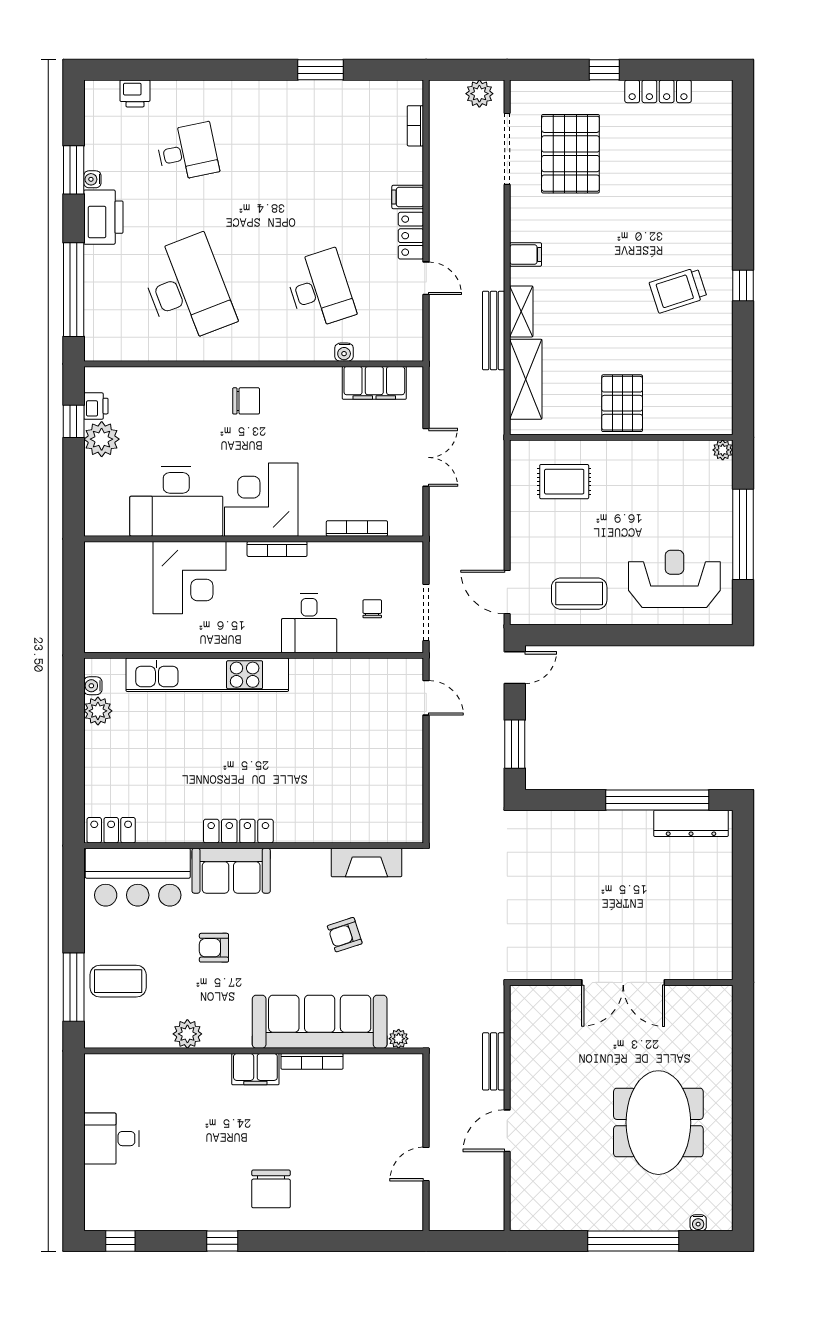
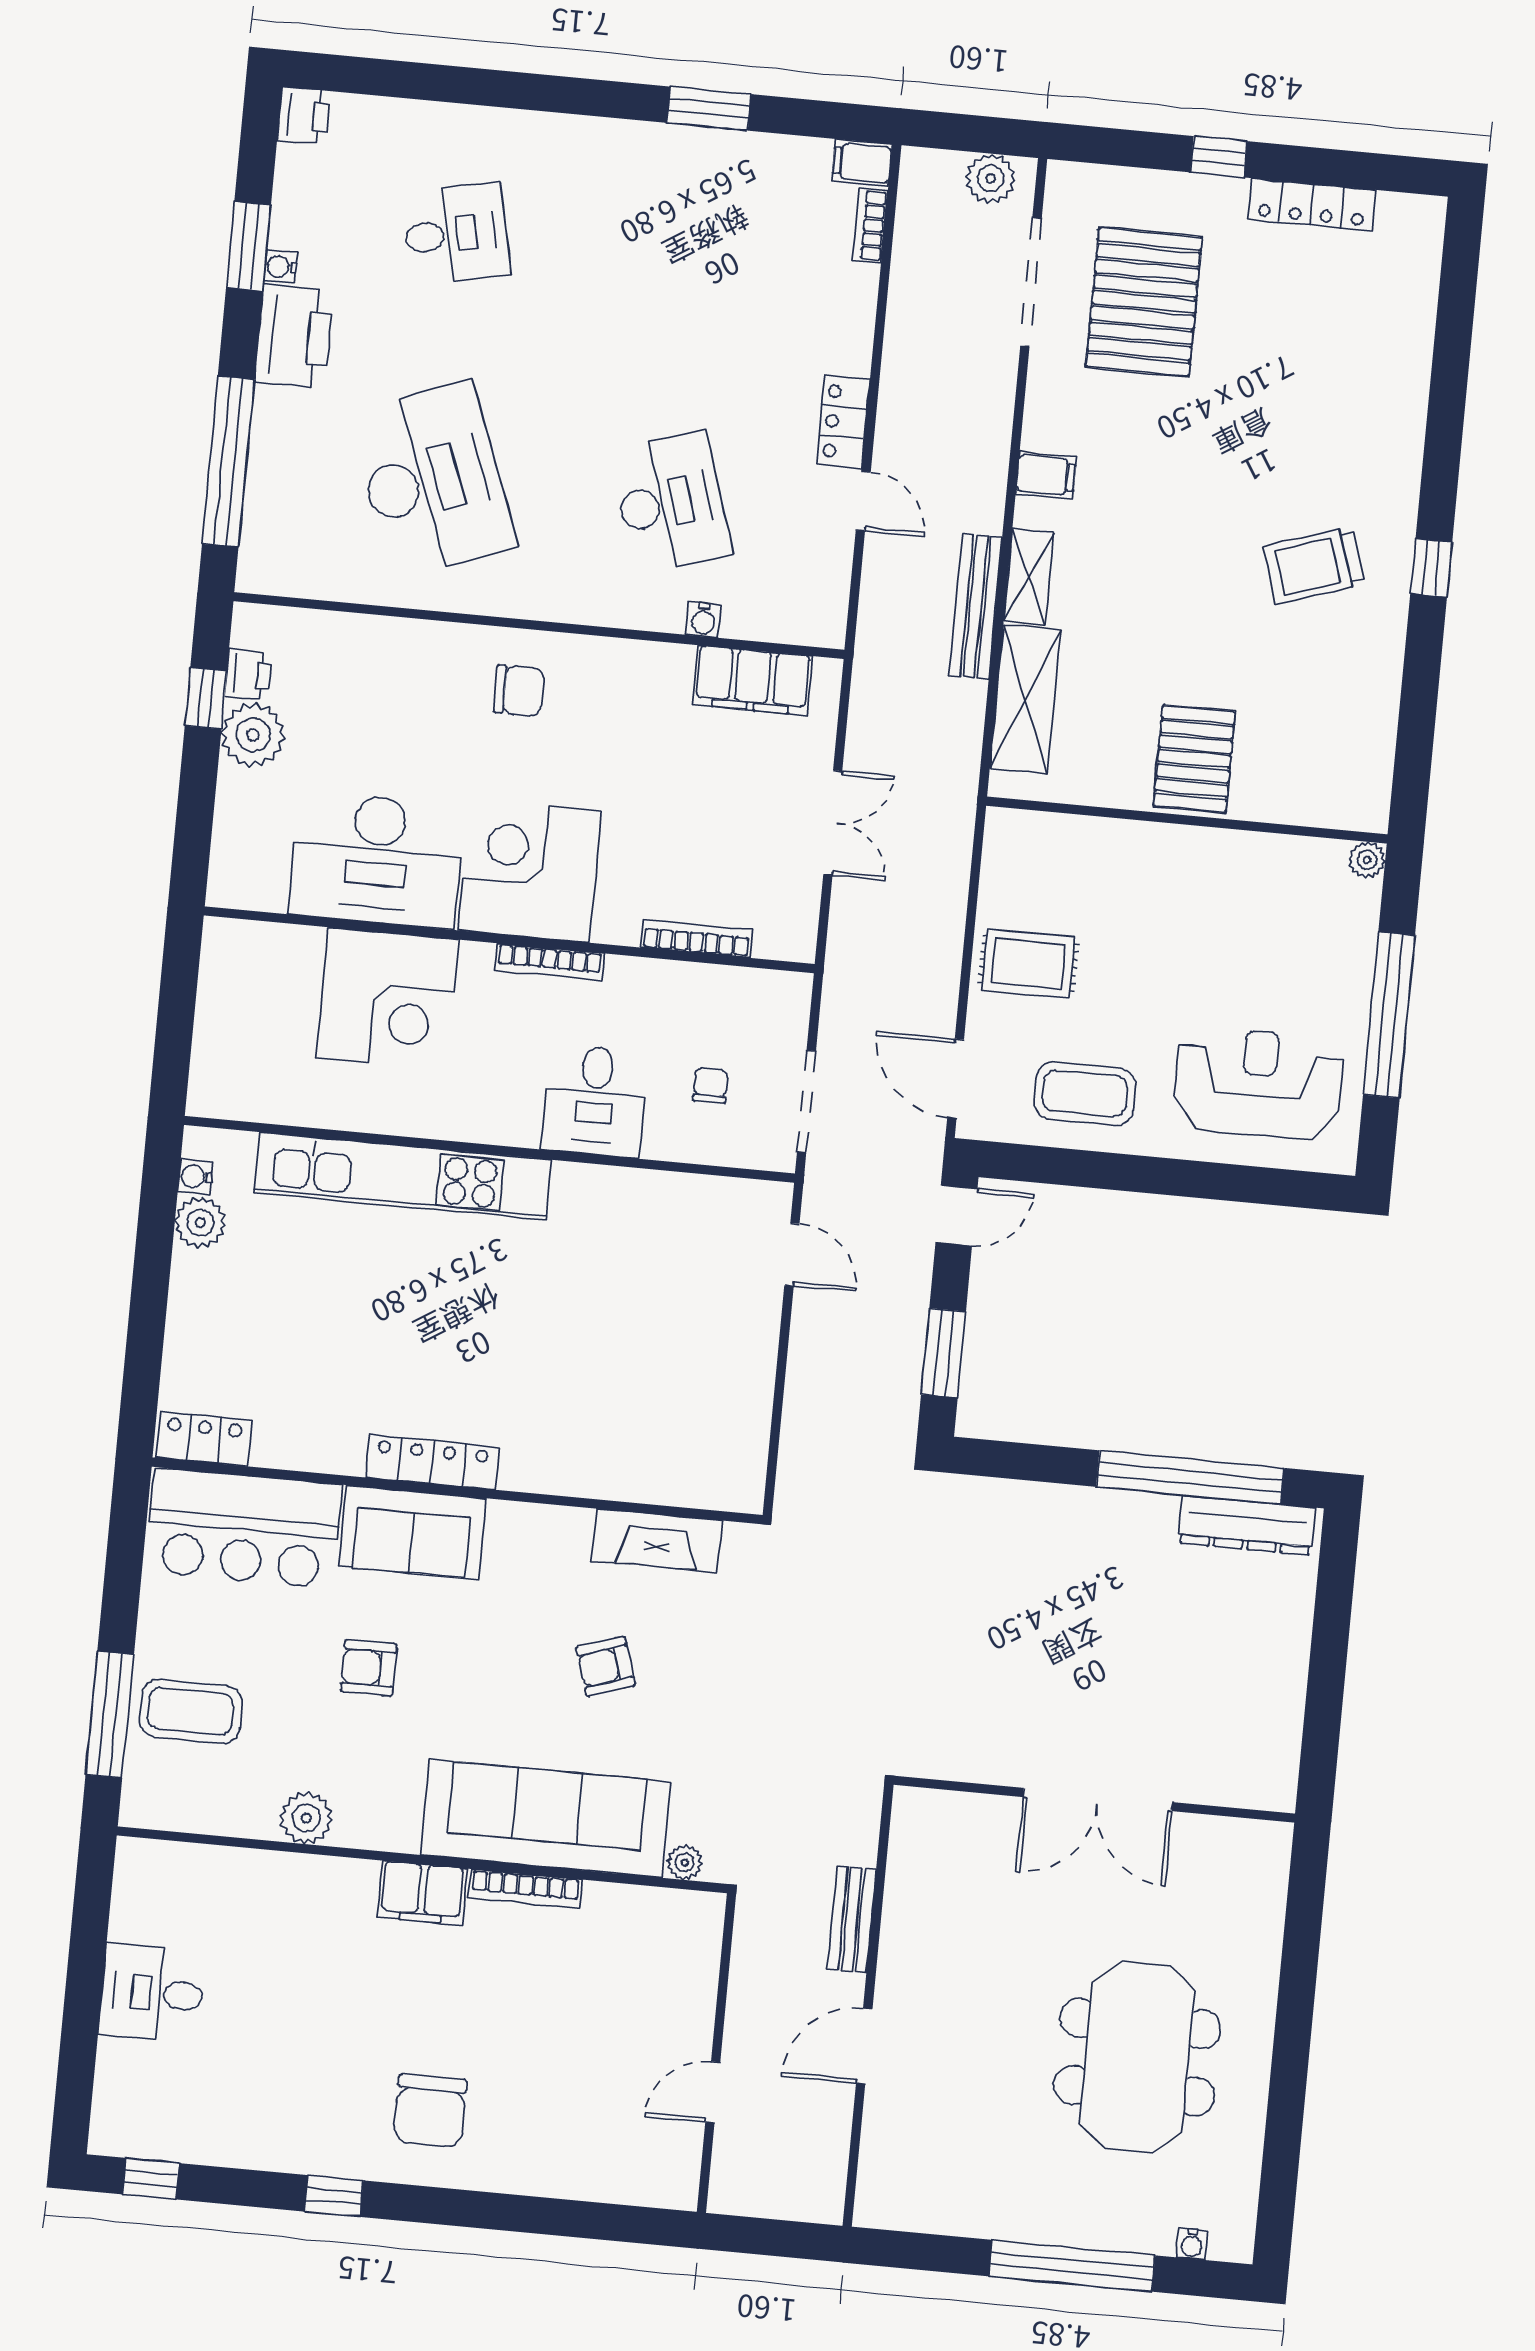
printer: (135, 93) -> (304, 116), moved, turned -90
filing cabinet: (408, 197) -> (862, 163), moved
rug: (564, 482) -> (1028, 964), moved

